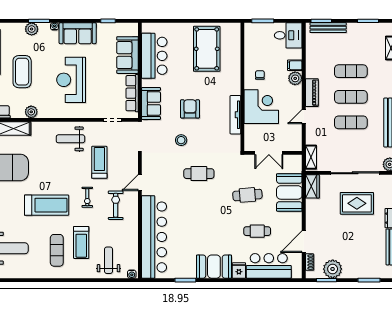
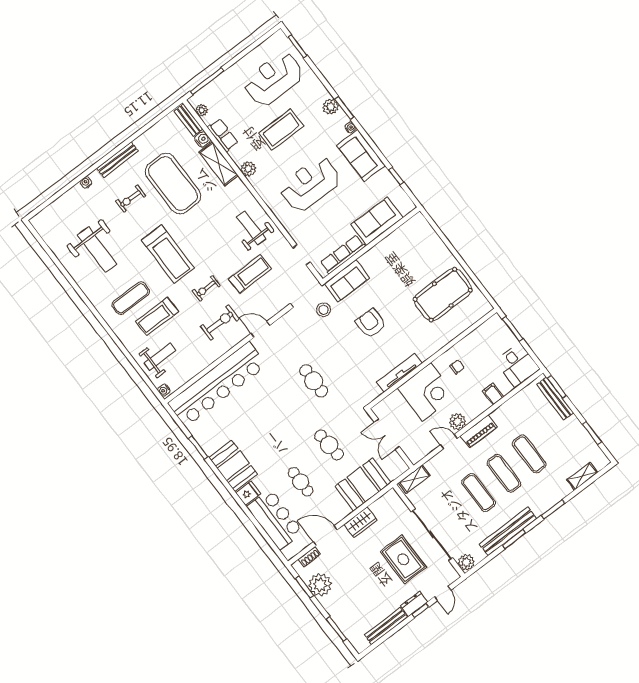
bar counter: (154, 56) -> (396, 248), removed
plant: (295, 78) -> (457, 422), moved
armchair: (190, 109) -> (371, 323), turned -90
stool: (181, 140) -> (324, 310), moved
wardrobe: (312, 186) -> (361, 522), moved

